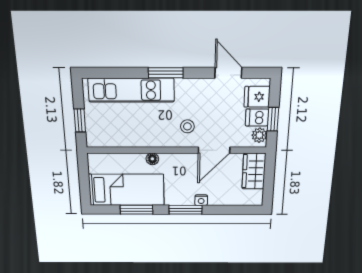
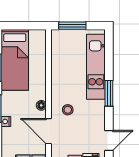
window: (80, 120) -> (72, 26), width x1.50
floor lamp: (152, 159) -> (41, 105), moved

